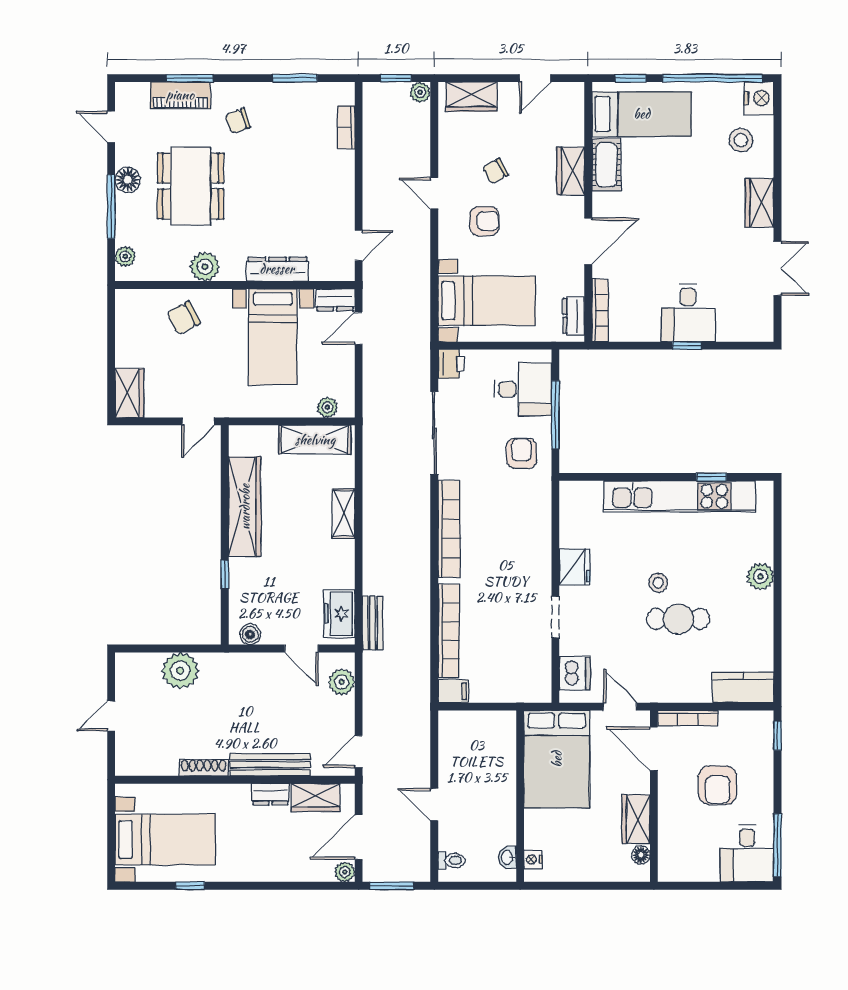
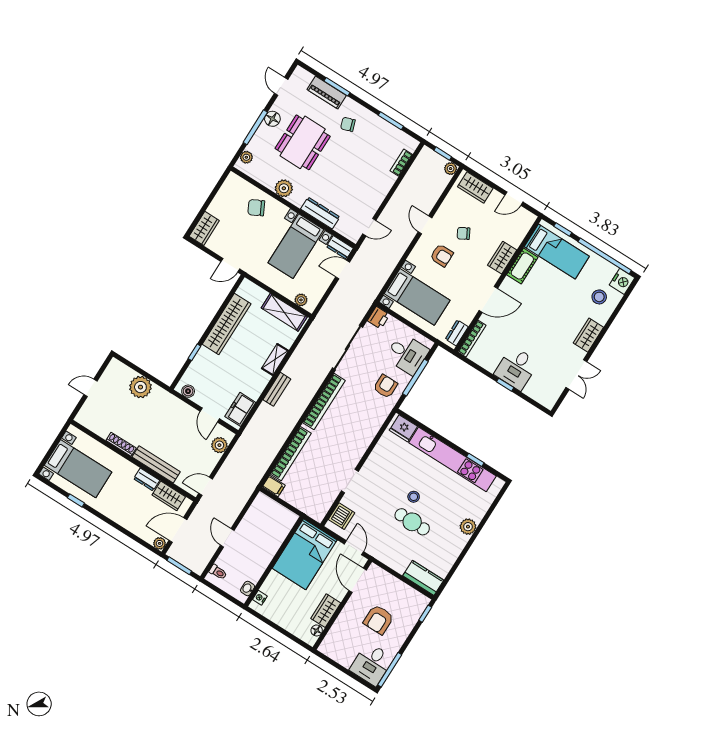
fridge: (575, 567) -> (403, 428), moved, turned 90
bench: (373, 623) -> (277, 389), moved
bookcase: (688, 718) -> (385, 576), removed

